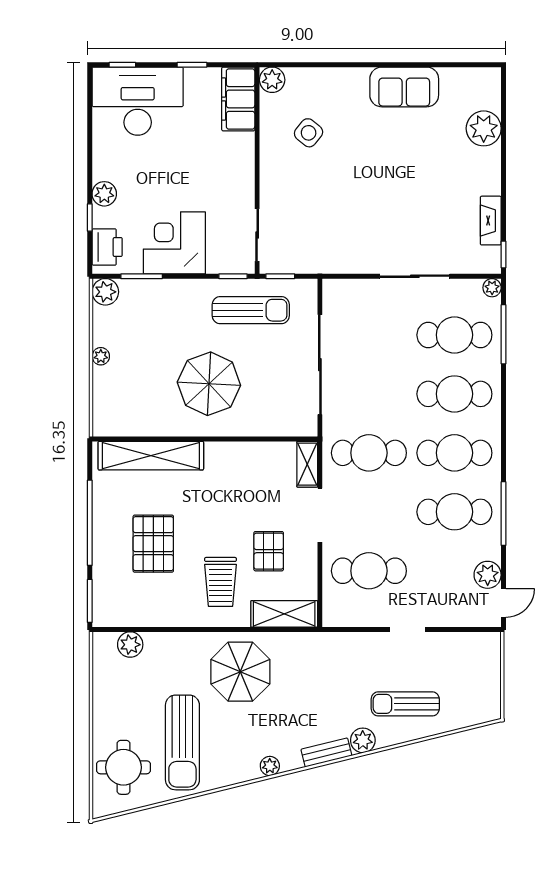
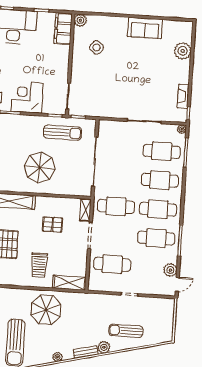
pallet: (269, 551) -> (52, 225), moved, turned 90

